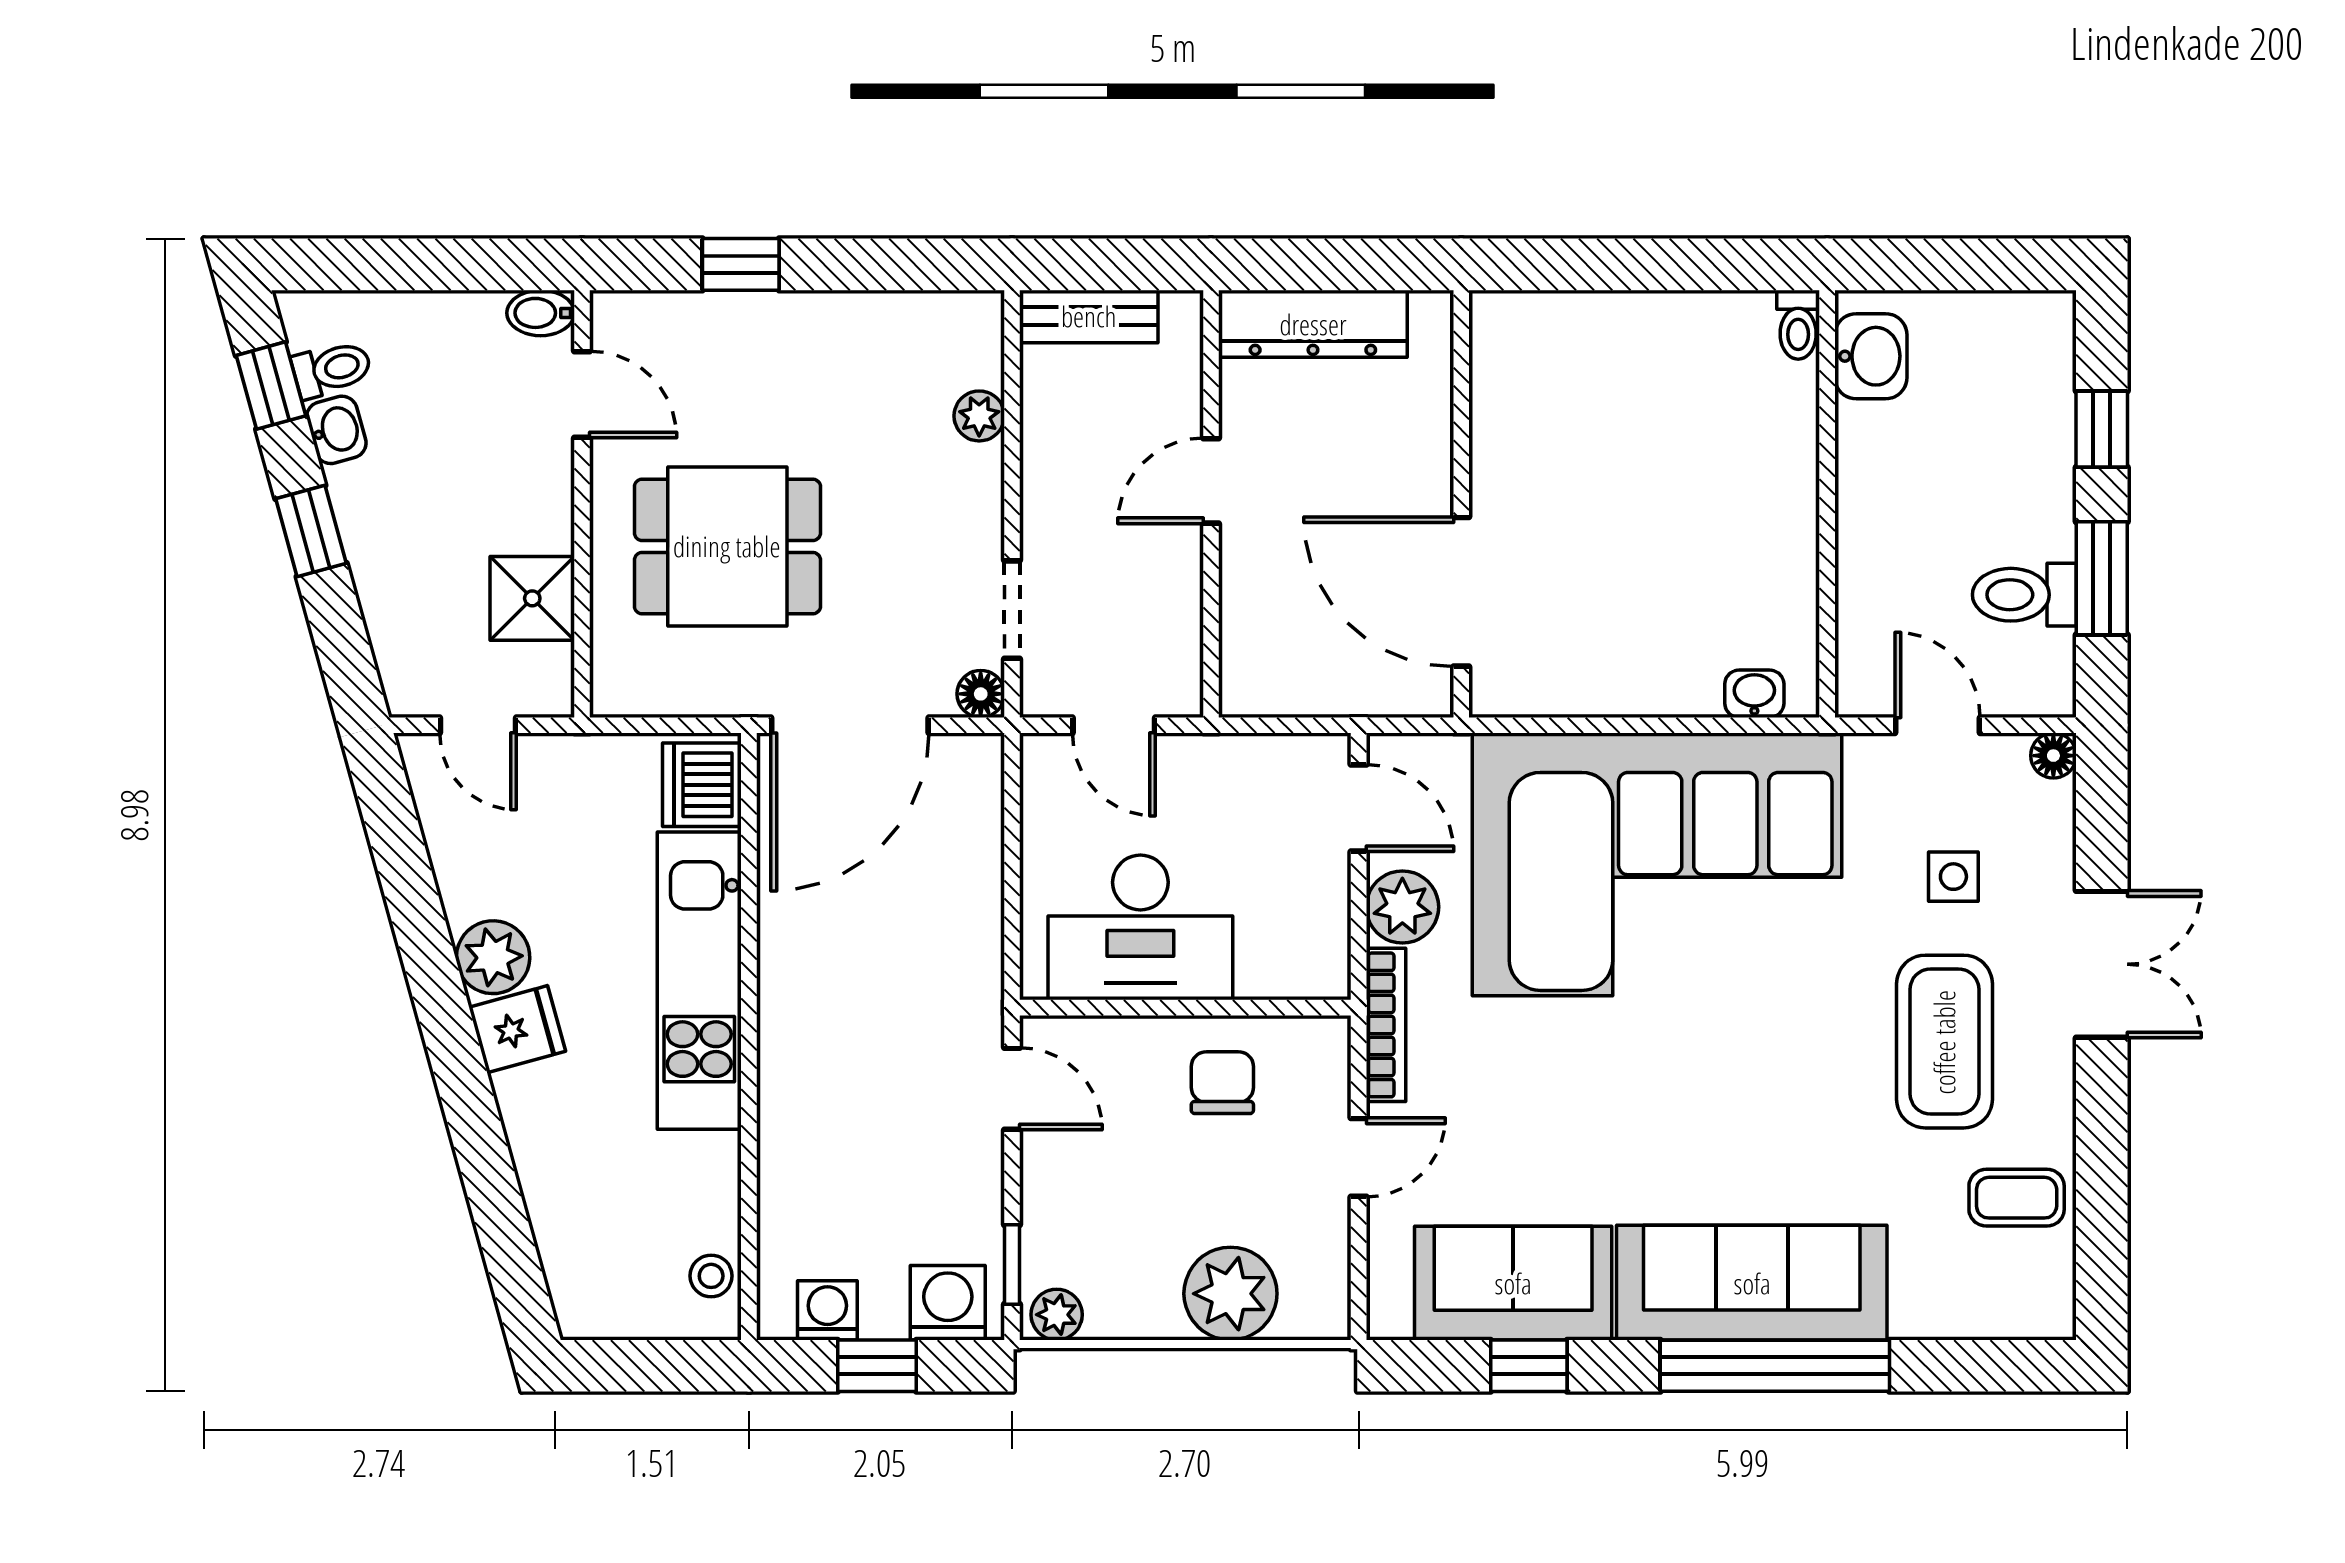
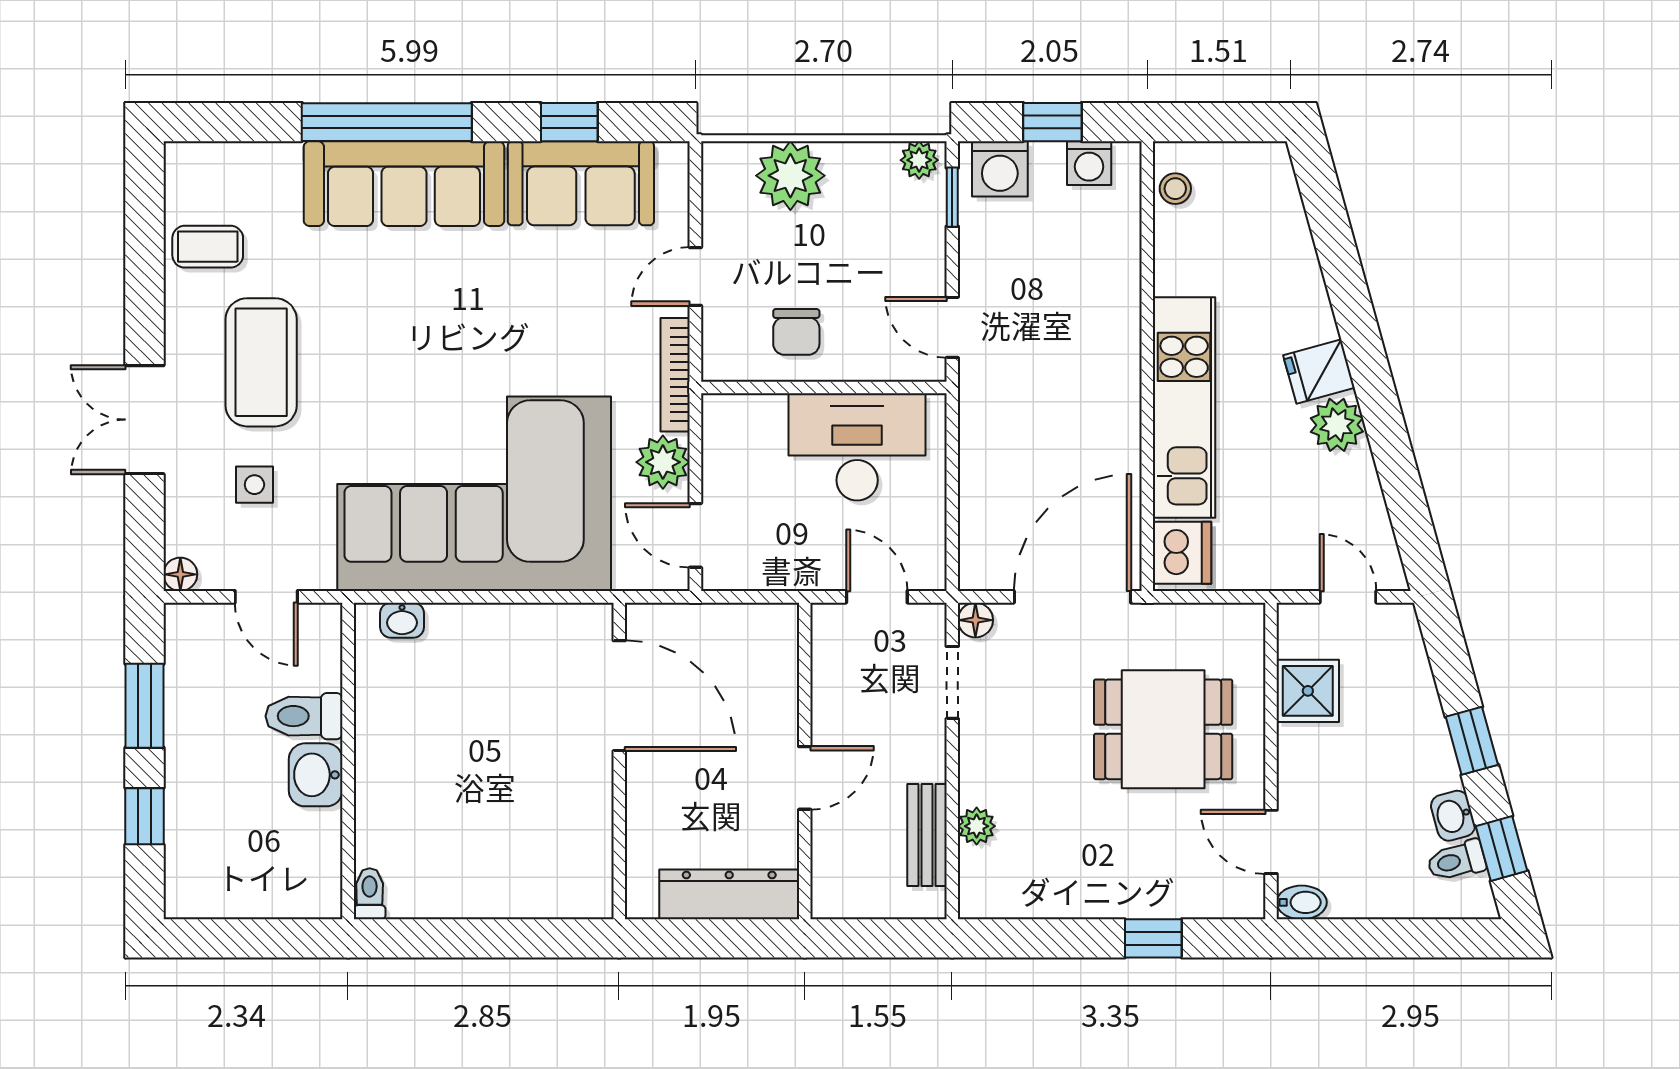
bench: (1089, 316) -> (927, 835), moved, turned 90
washbasin: (1871, 356) -> (316, 775), moved
toilet: (2024, 595) -> (304, 716), moved, turned 180

